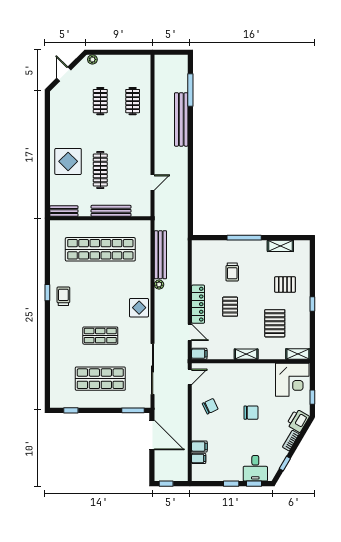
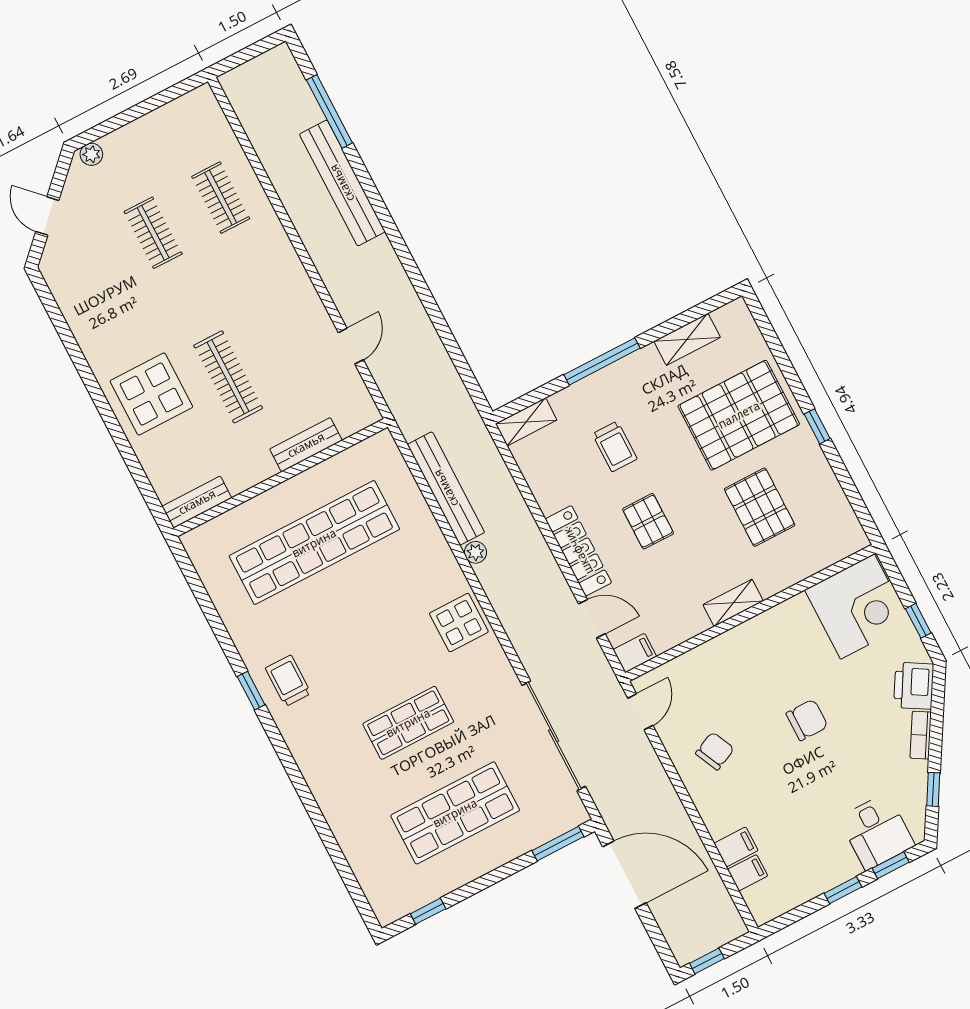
bench: (111, 211) -> (306, 445), width x0.73
pallet: (285, 285) -> (739, 415), width x2.05, depth x2.00
shelving: (298, 354) -> (526, 422), moved

